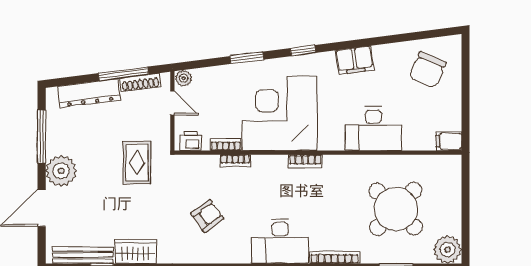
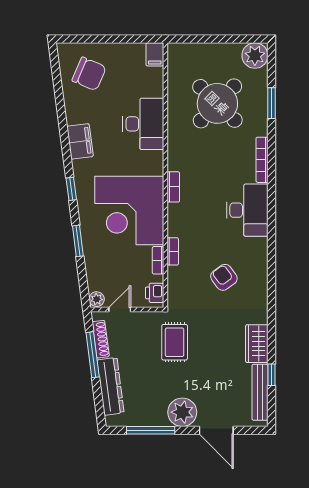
rug: (137, 163) -> (175, 342), turned 90

